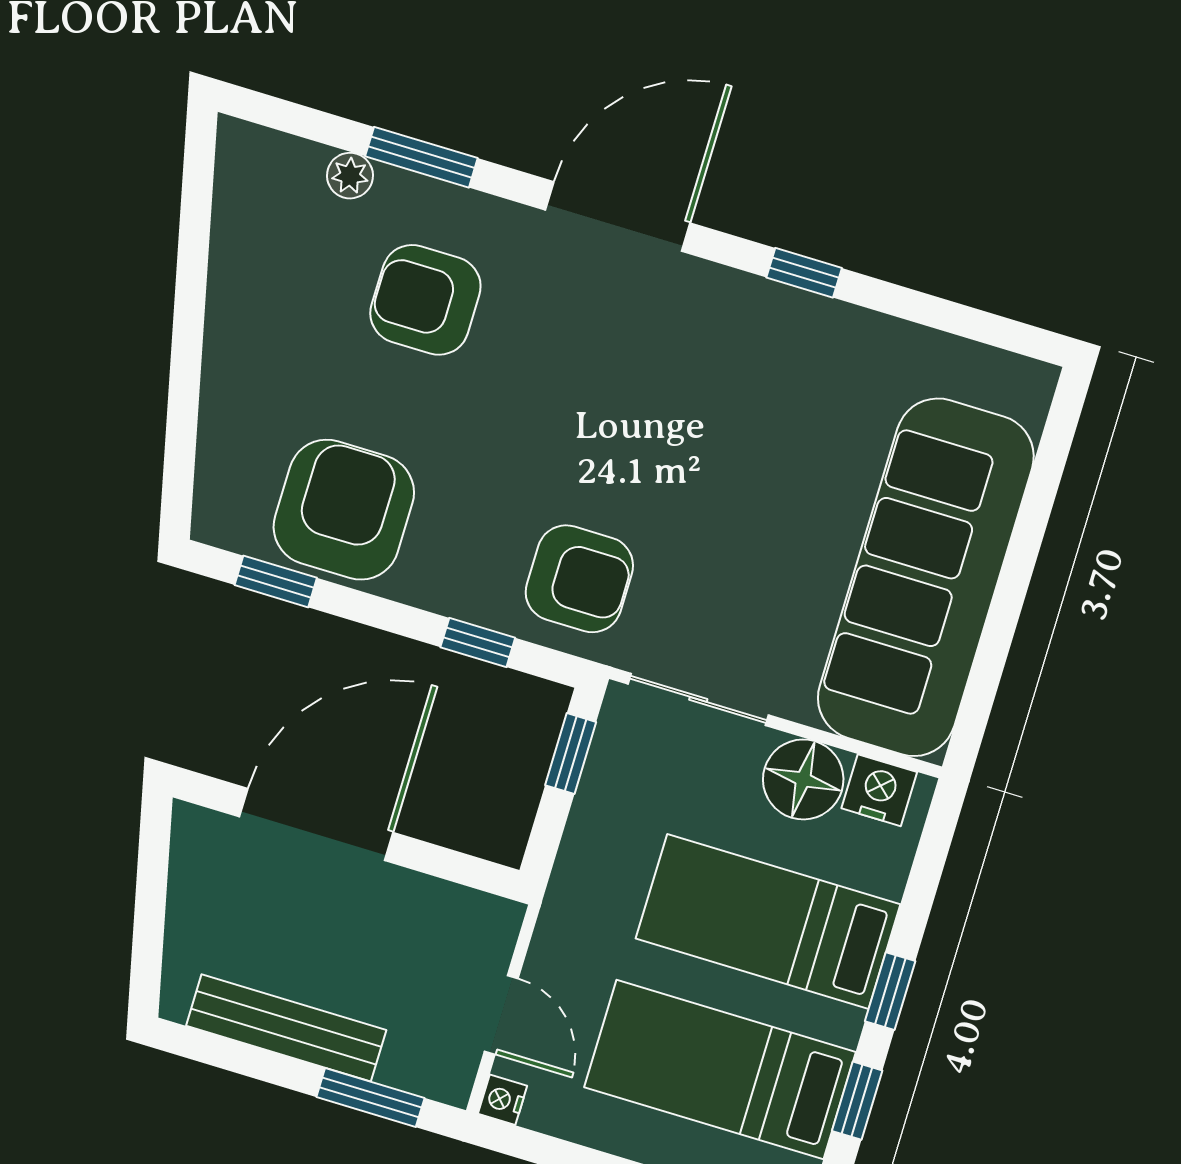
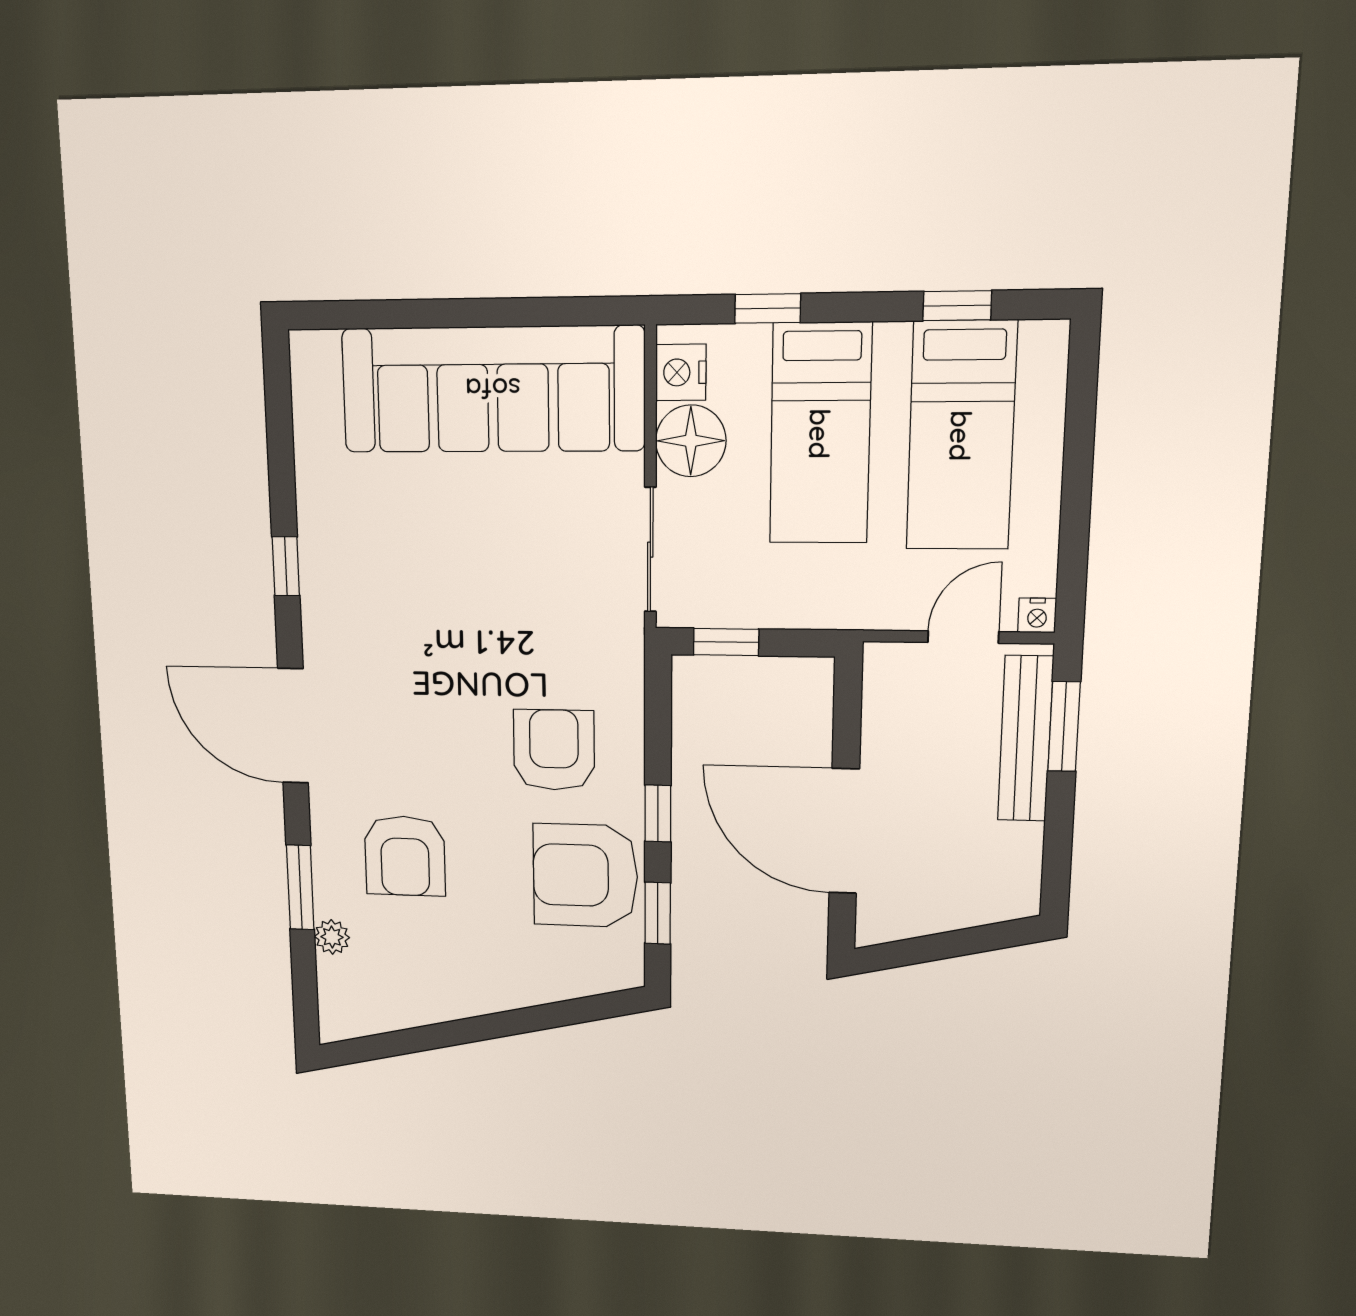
armchair: (579, 579) -> (554, 750), moved
window: (478, 642) -> (658, 814), moved
window: (890, 991) -> (768, 308), moved
bench: (286, 1028) -> (1025, 739), moved

